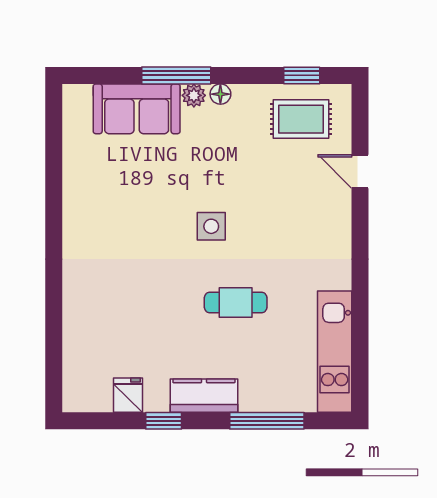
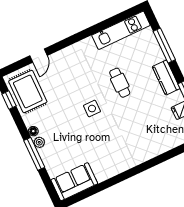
sofa: (137, 109) -> (74, 182), moved, turned -90
rug: (301, 119) -> (28, 92), width x1.36, depth x1.43

